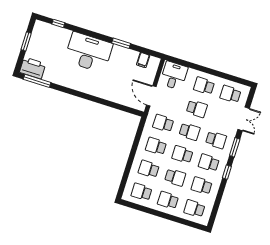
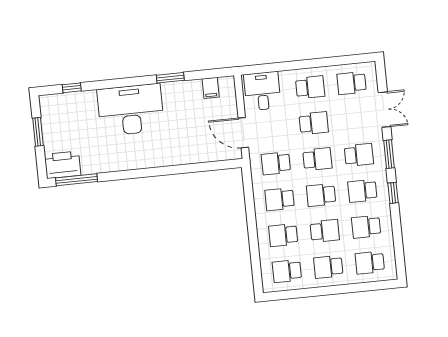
school desk: (204, 86) -> (310, 87), turned 180

